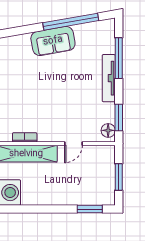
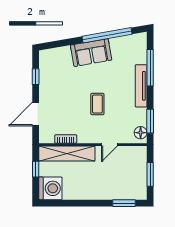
coffee table: (60, 98) -> (97, 104), added

